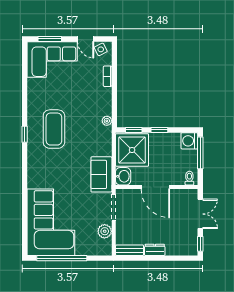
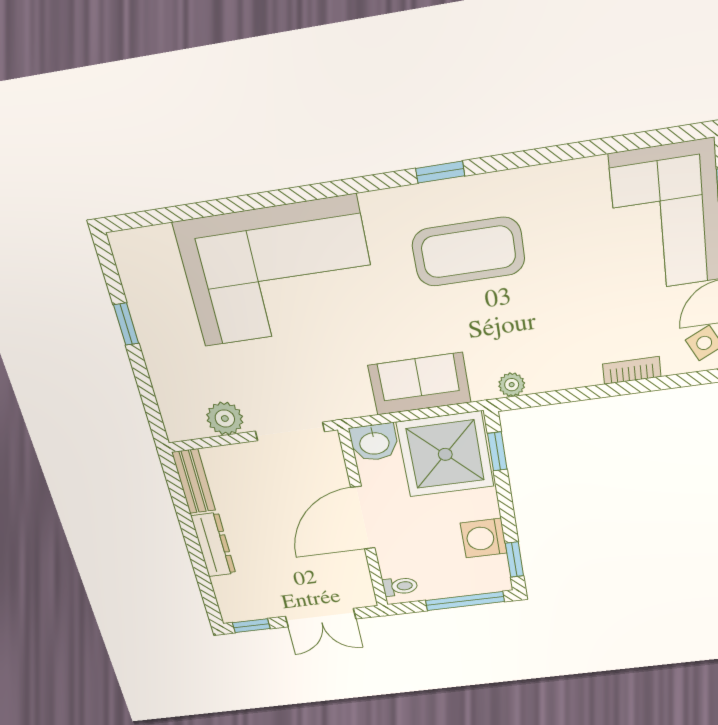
window: (159, 130) -> (514, 560), moved
washing machine: (189, 141) -> (484, 538), moved, turned -90
sofa: (101, 174) -> (420, 384), moved
corner sofa: (51, 222) -> (278, 272), moved
dresser: (155, 250) -> (213, 545), width x1.44
window: (62, 258) -> (126, 324), width x0.32

